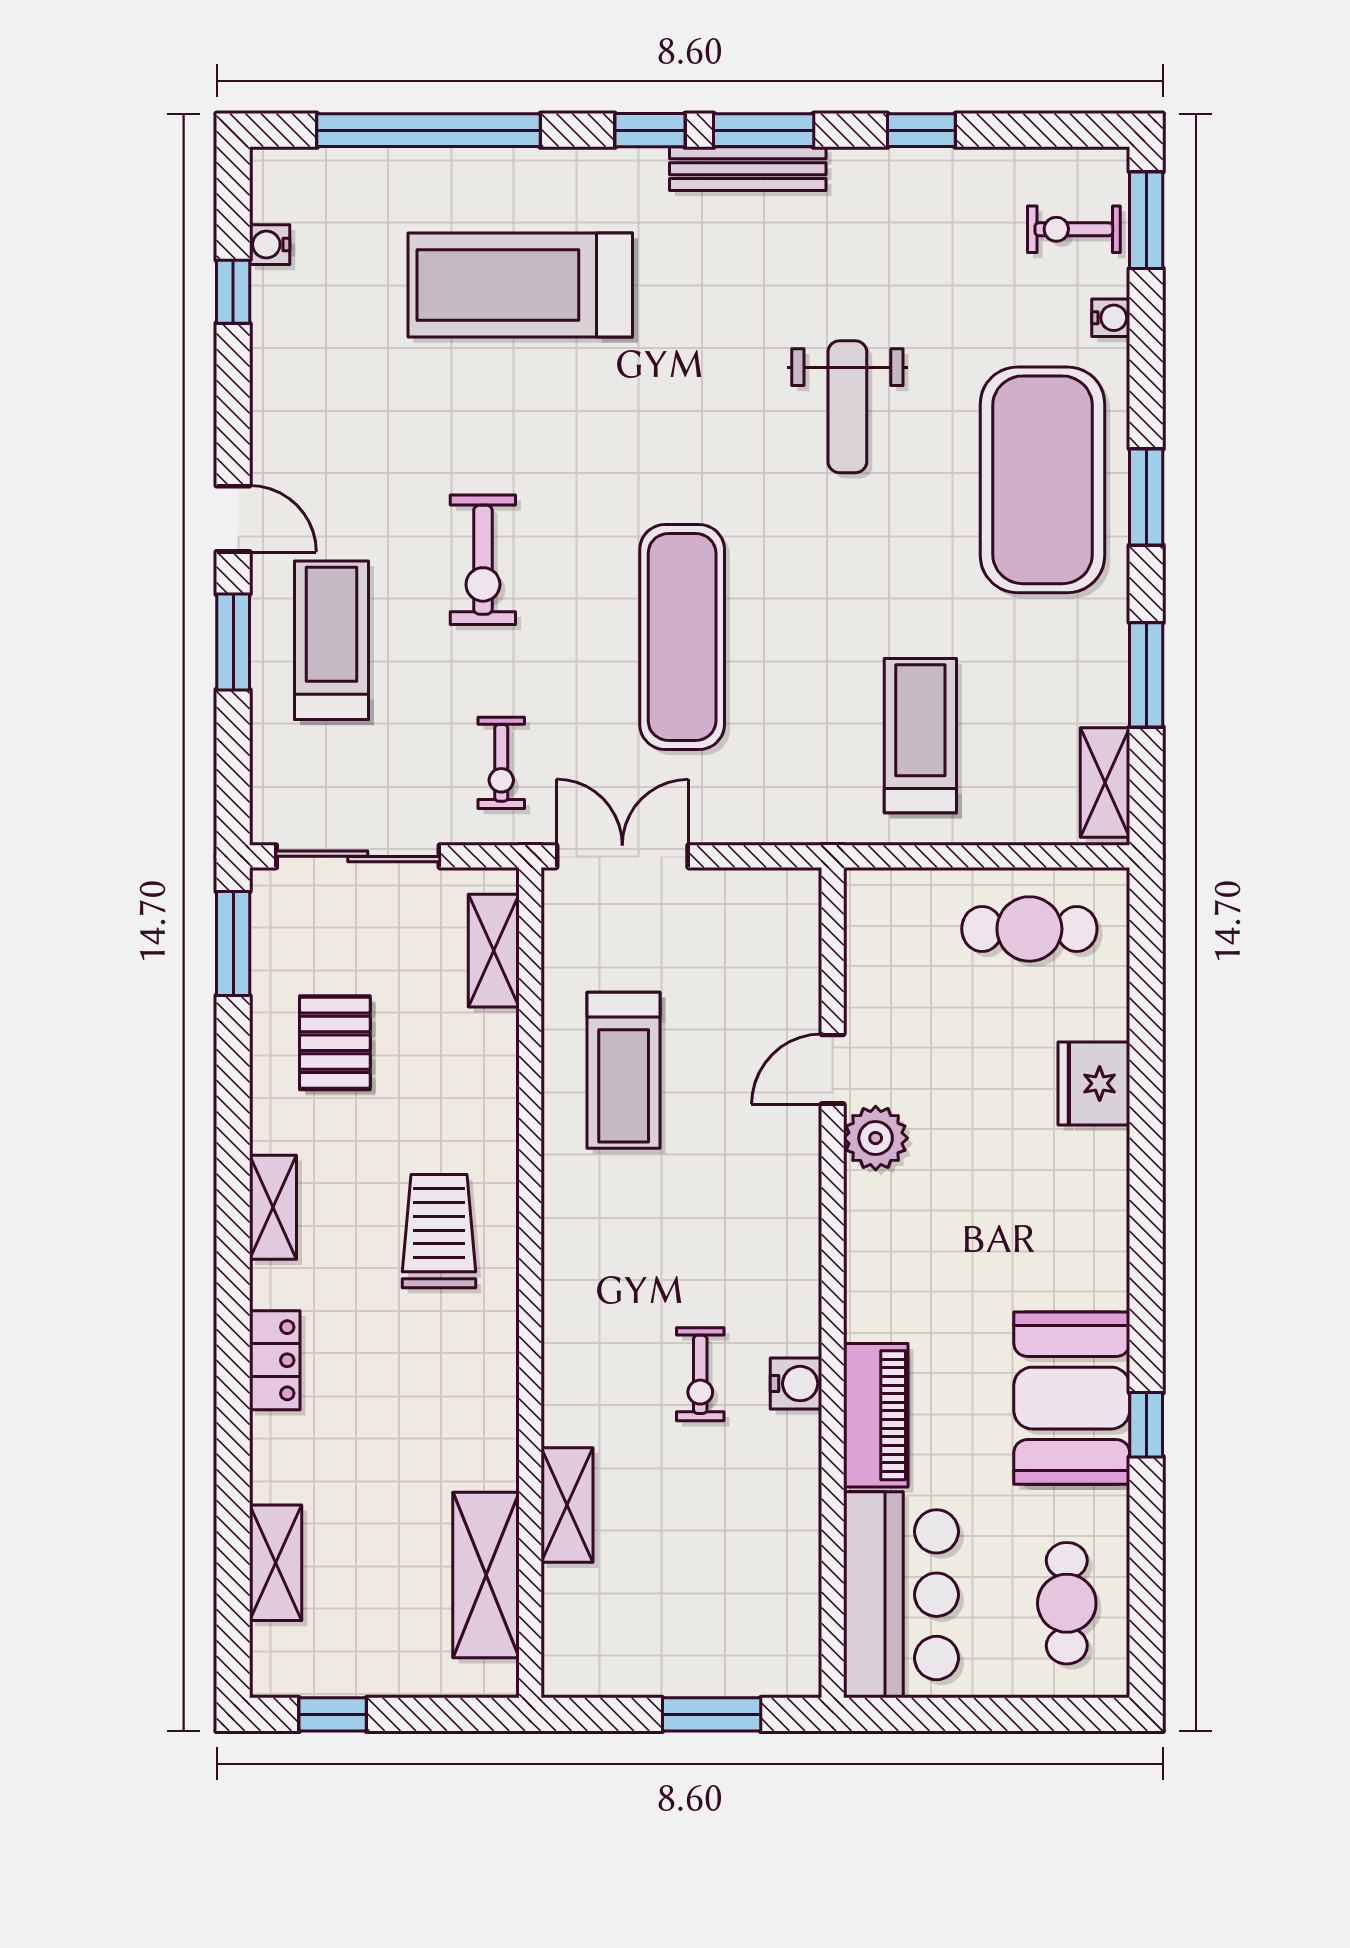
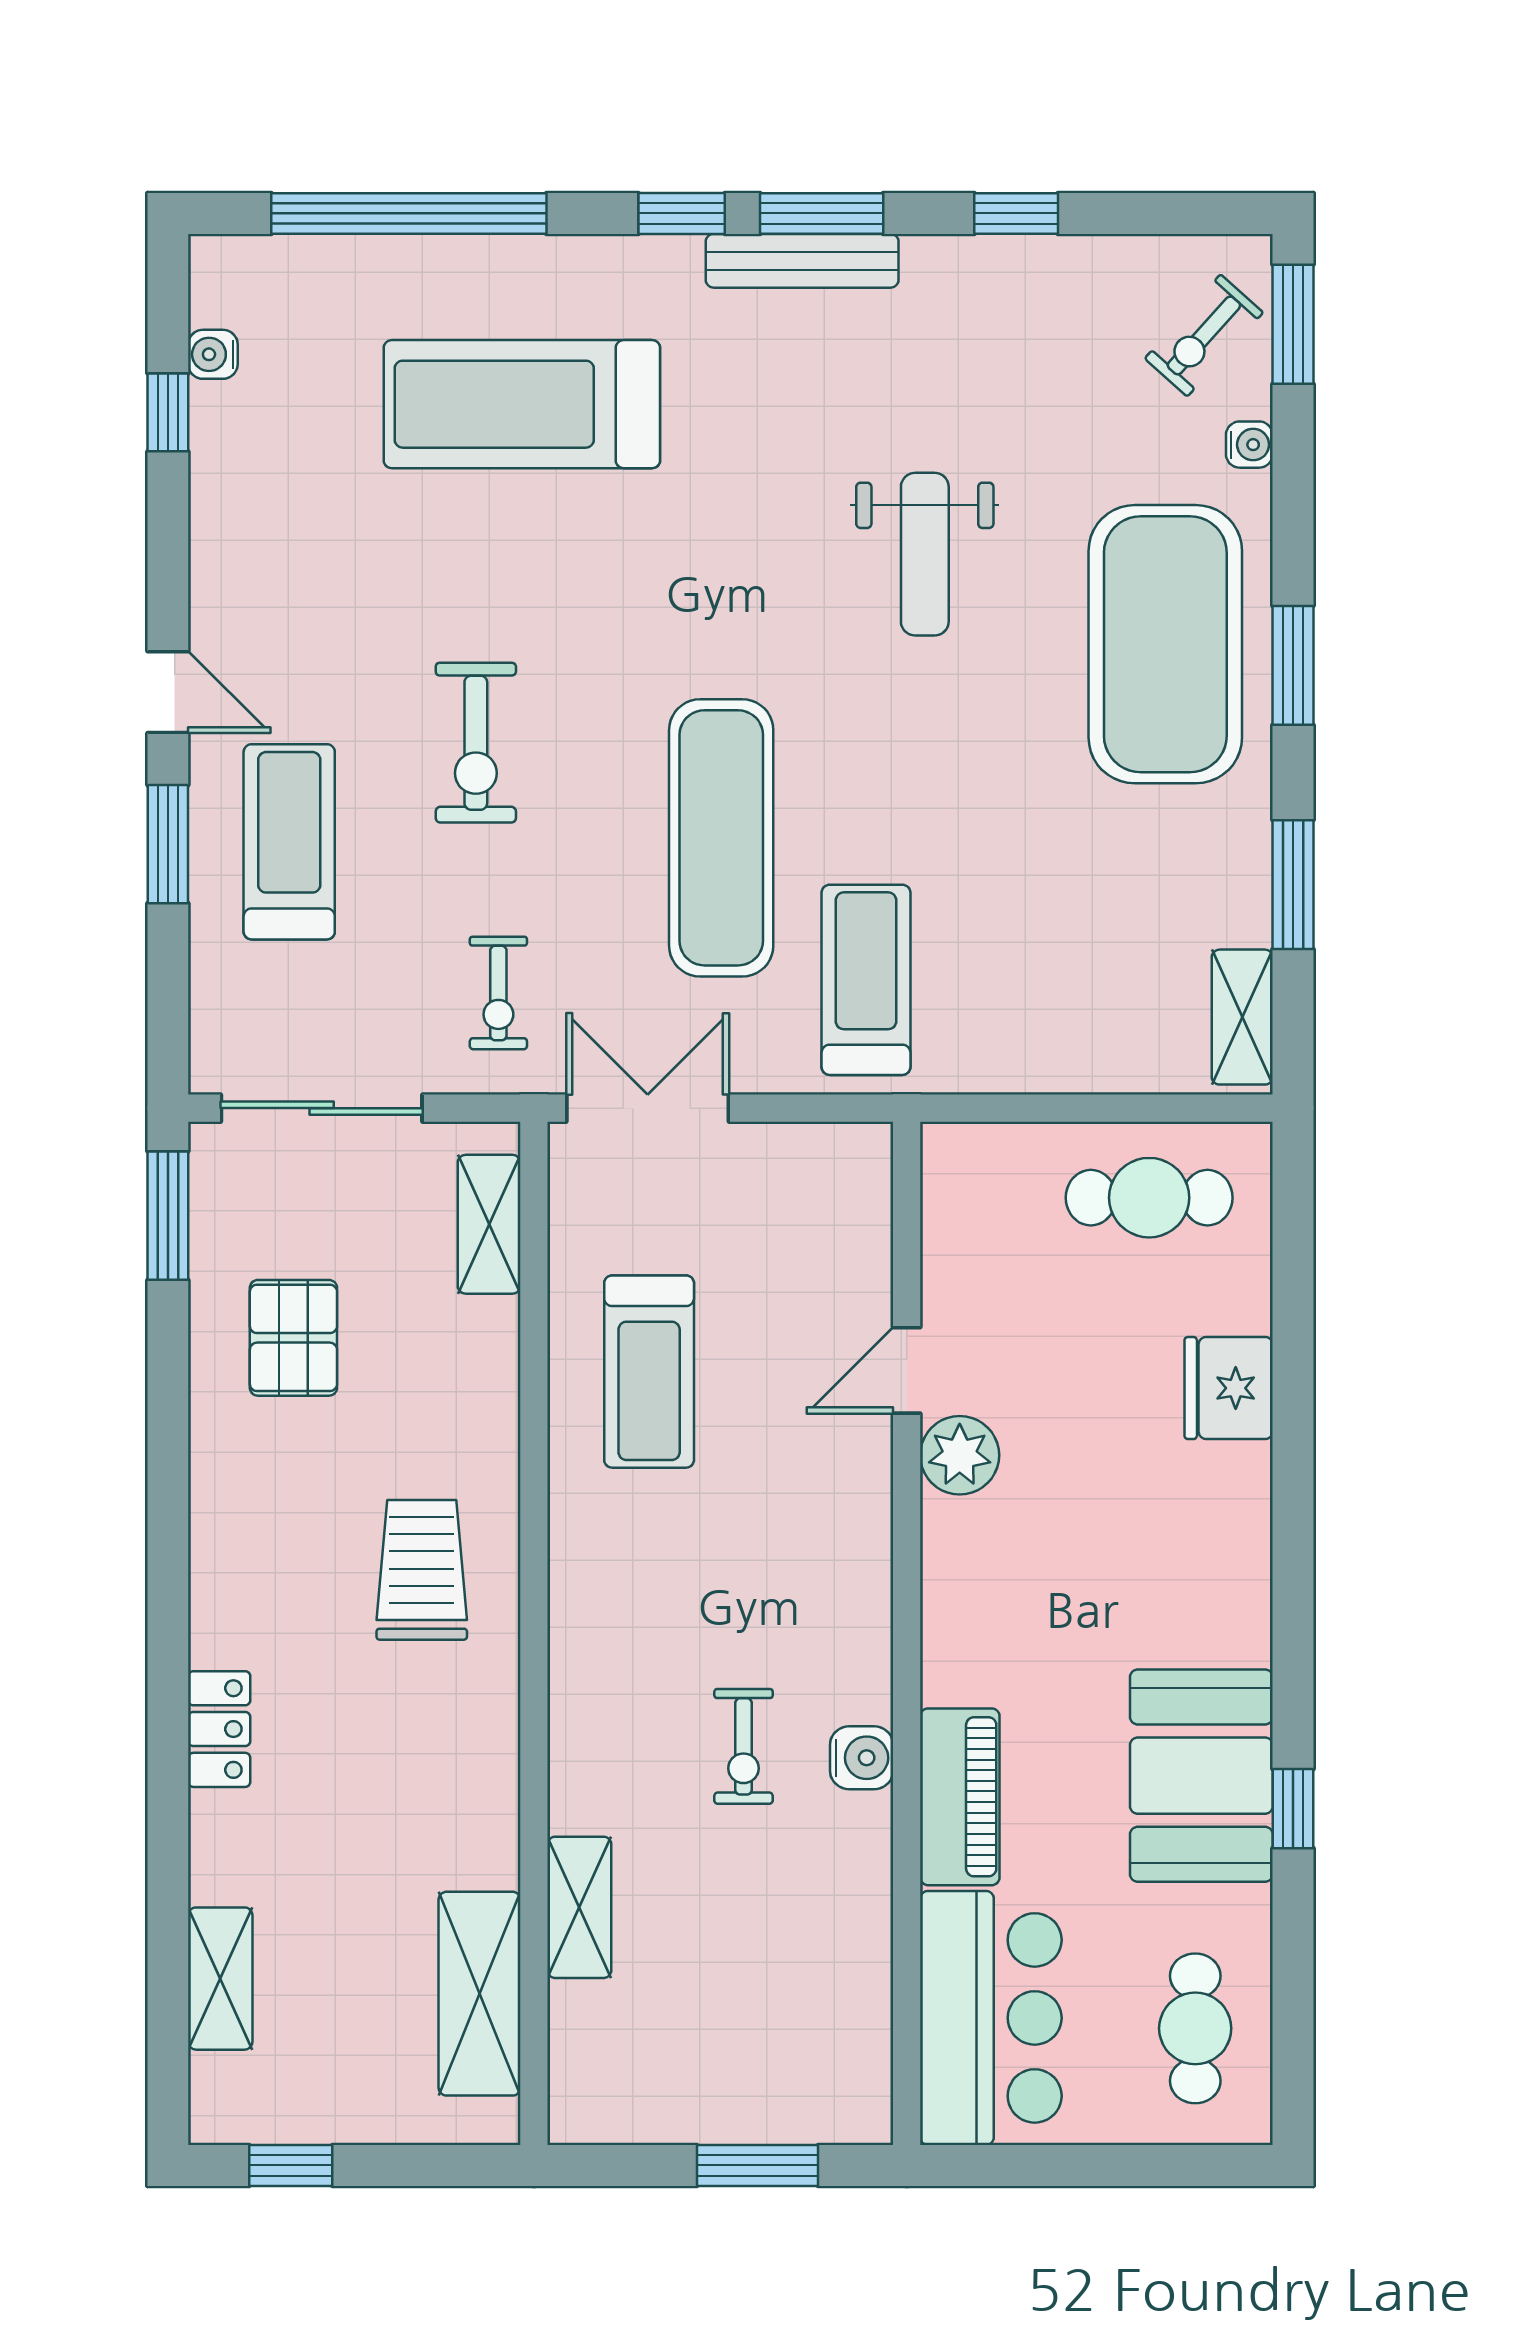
exercise bike: (1074, 229) -> (1204, 335), turned -48
treadmill: (920, 736) -> (866, 980), moved
shelving: (273, 1207) -> (217, 1541), removed

